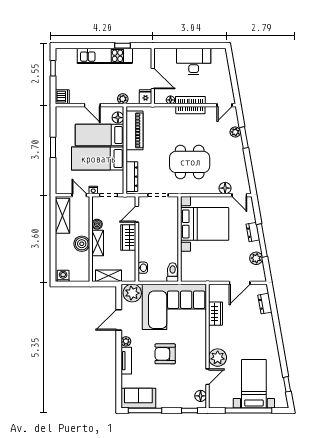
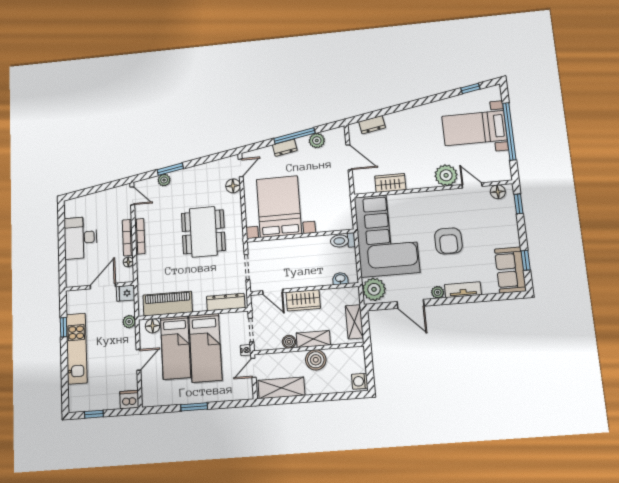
window: (145, 411) -> (526, 260), width x0.46

